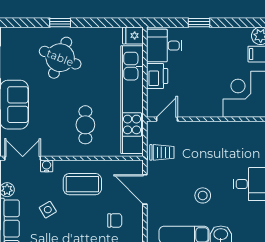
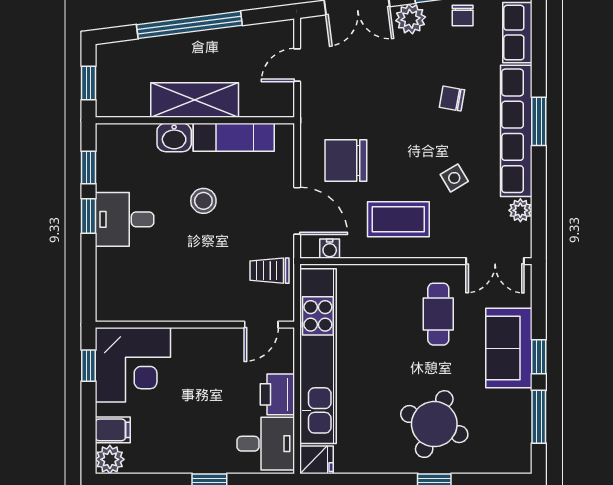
cafe table: (85, 125) -> (438, 314), moved
water cooler: (47, 166) -> (330, 249), moved
chair: (115, 220) -> (346, 160), width x1.87, depth x1.87

